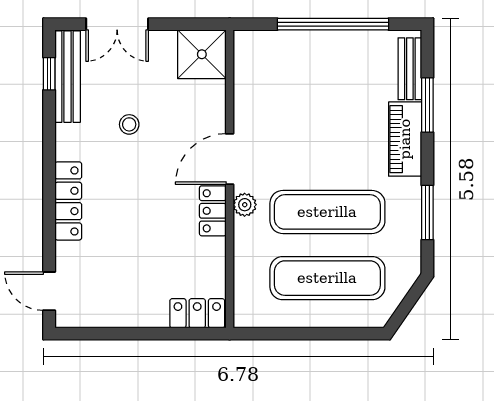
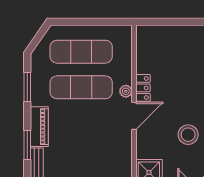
stool: (129, 124) -> (188, 135), width x1.89, depth x1.89
locker: (197, 313) -> (151, 33), removed

